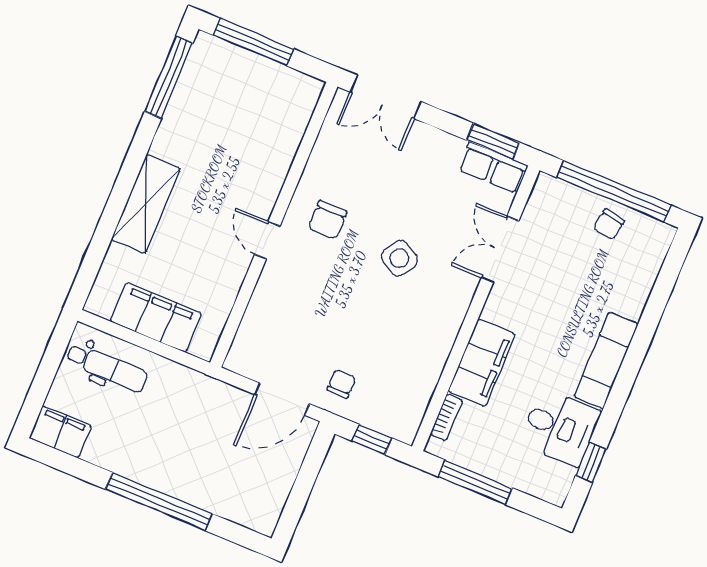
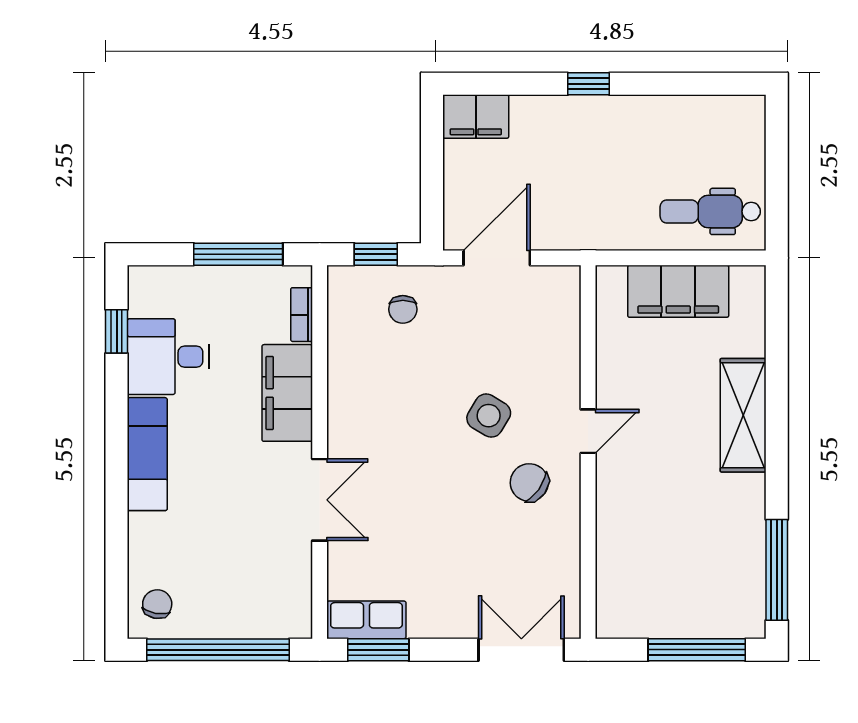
chair: (328, 220) -> (529, 483), turned -55
chair: (609, 224) -> (157, 604), moved
door: (267, 240) -> (588, 431), hinge flipped
double door: (500, 249) -> (320, 500), moved
side table: (399, 258) -> (489, 416), moved
chair: (341, 384) -> (403, 309), moved
filing cabinet: (60, 432) -> (476, 117), moved
window: (159, 501) -> (588, 84), width x0.32

